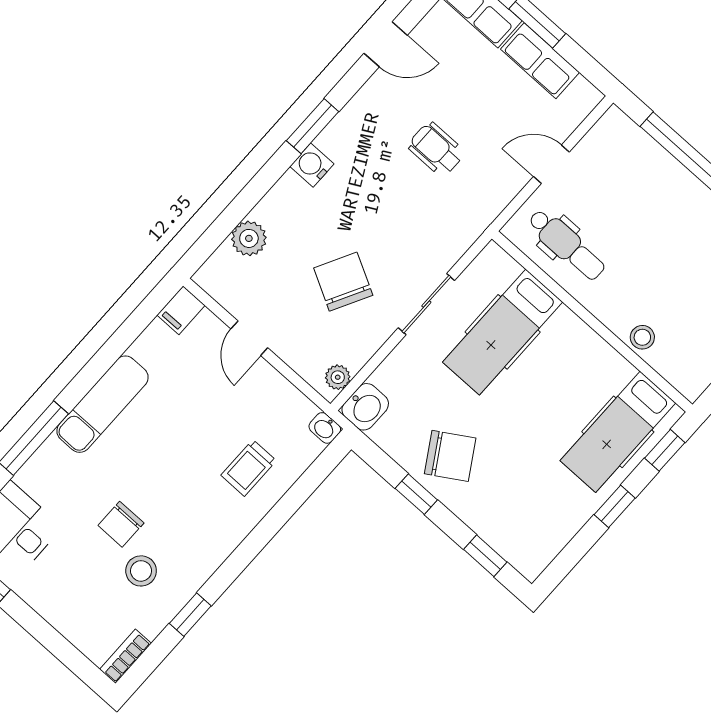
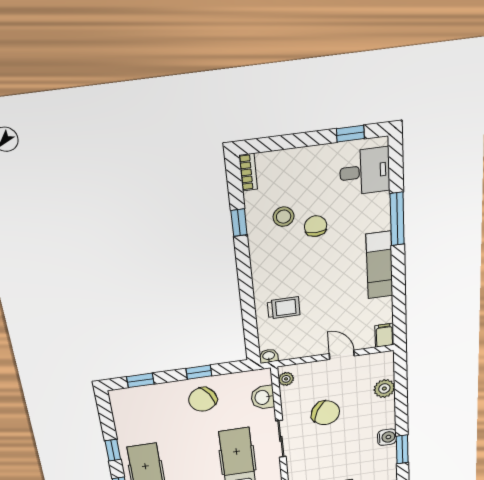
washbasin: (365, 407) -> (263, 397), moved
trolley: (249, 468) -> (284, 308), turned 90

